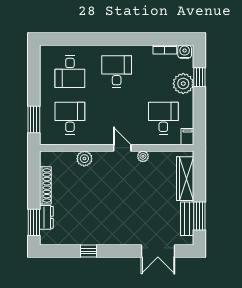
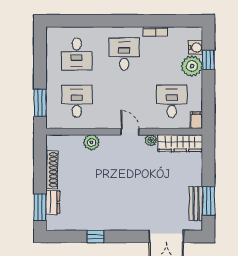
bookcase: (165, 49) -> (156, 32), moved
water cooler: (185, 52) -> (195, 47), moved, turned 90
wardrobe: (185, 179) -> (180, 143), moved, turned -90

